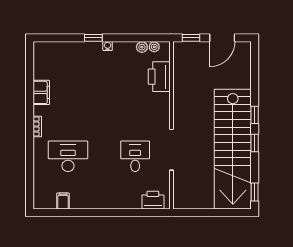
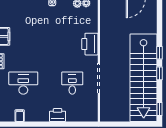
printer: (159, 77) -> (90, 44), moved
printer: (153, 200) -> (58, 115), moved

